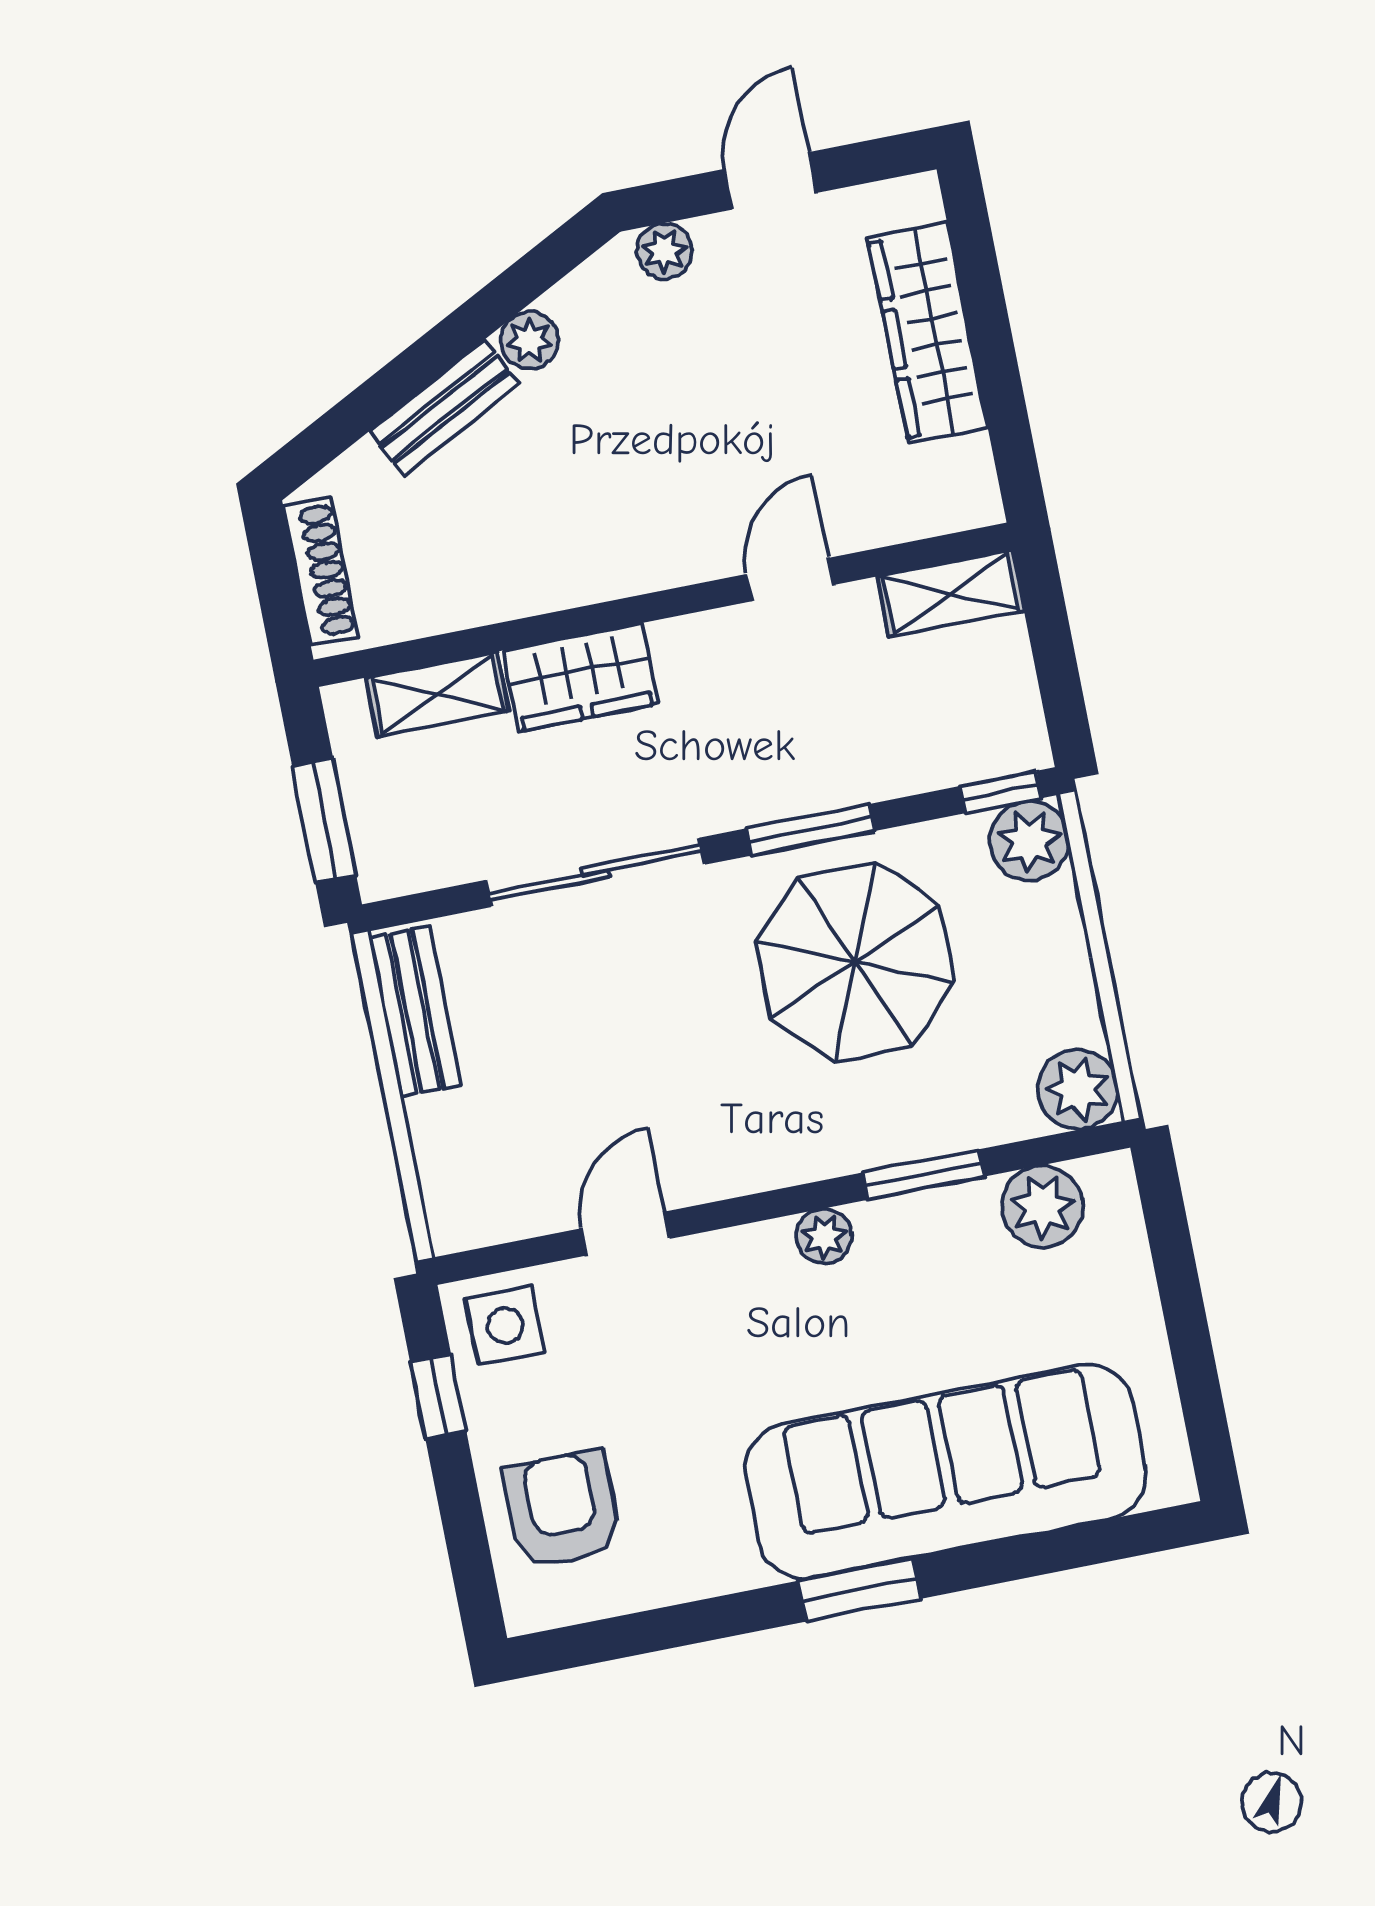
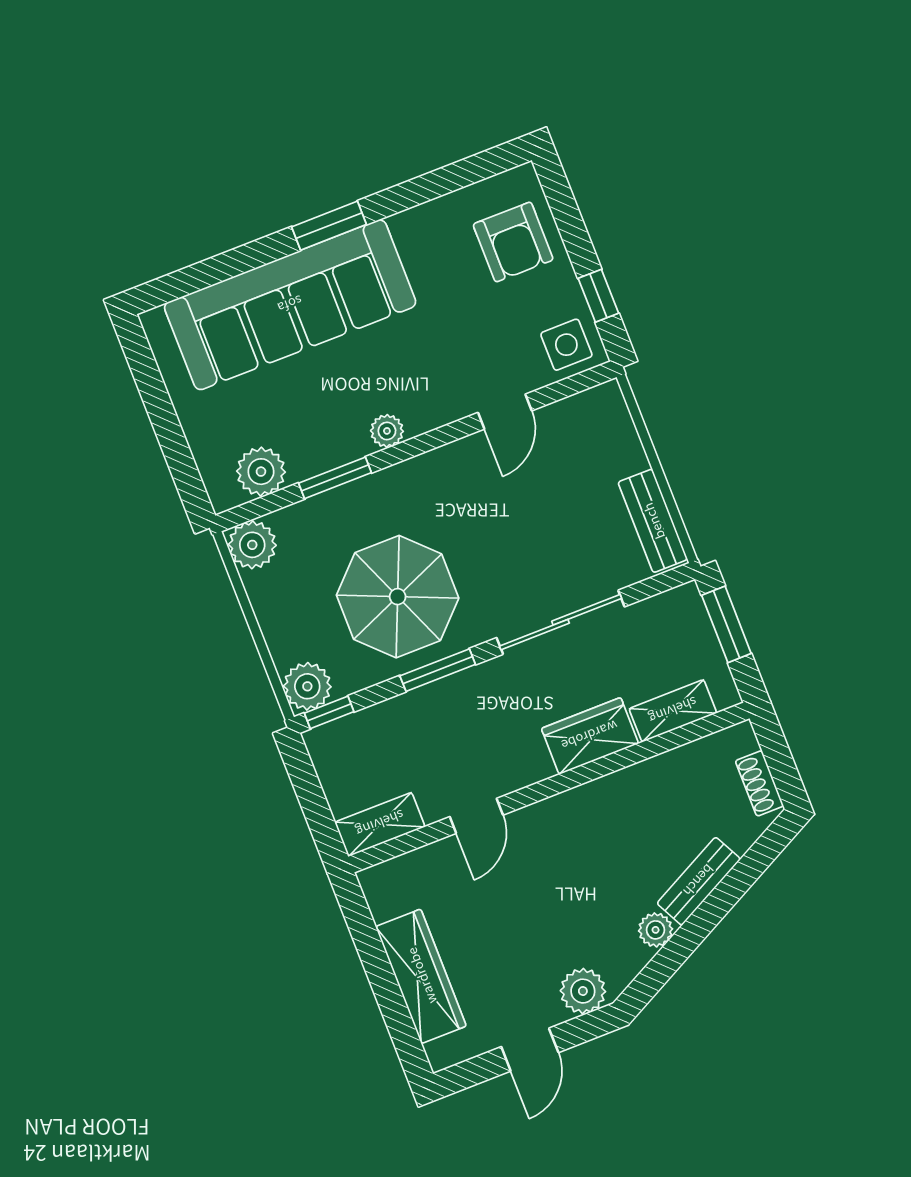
plant: (664, 251) -> (583, 991), width x1.38, depth x1.38
shoe rack: (321, 571) -> (759, 783), width x0.70

